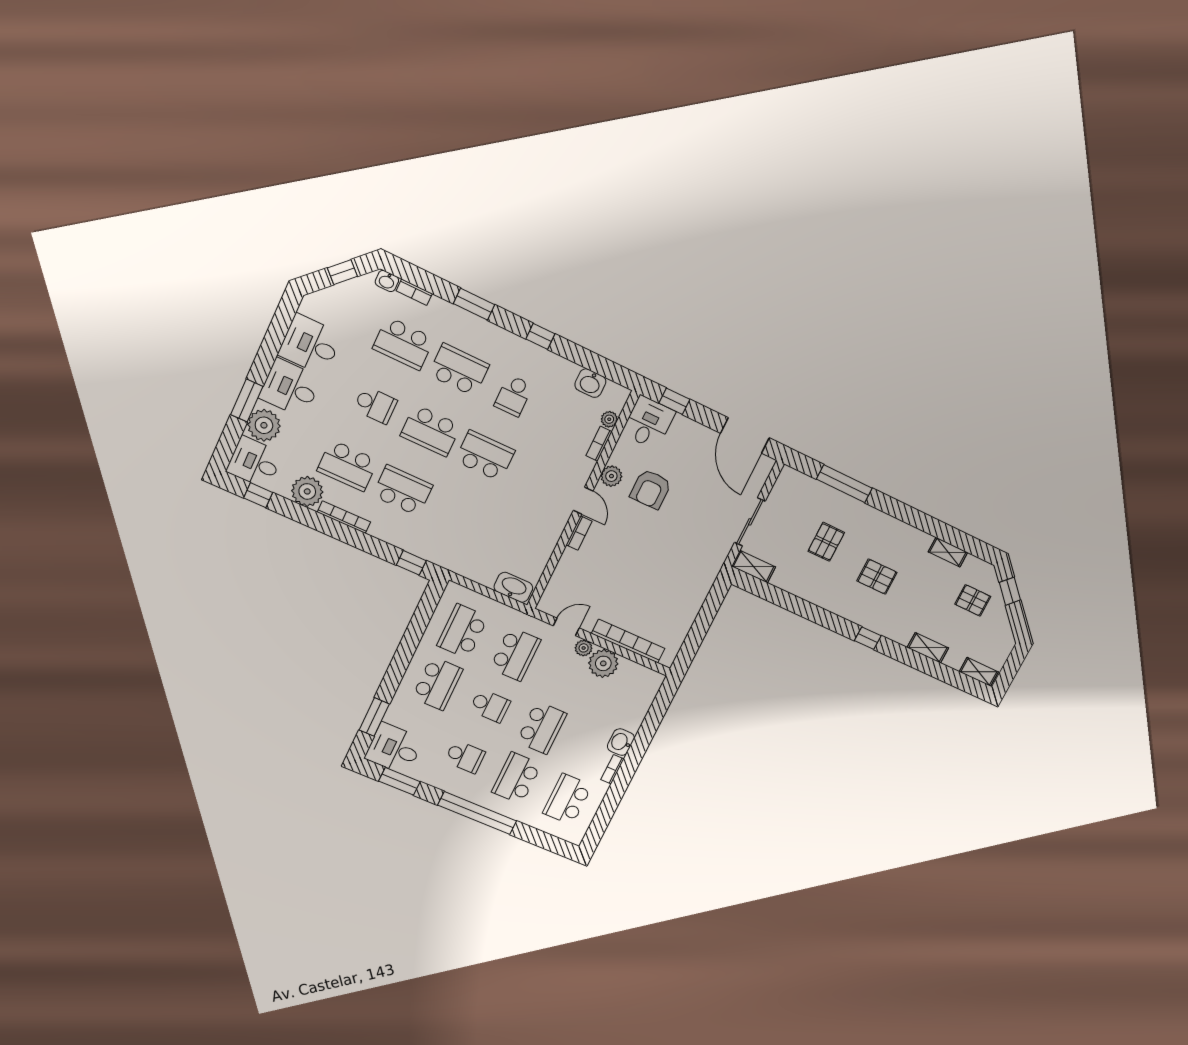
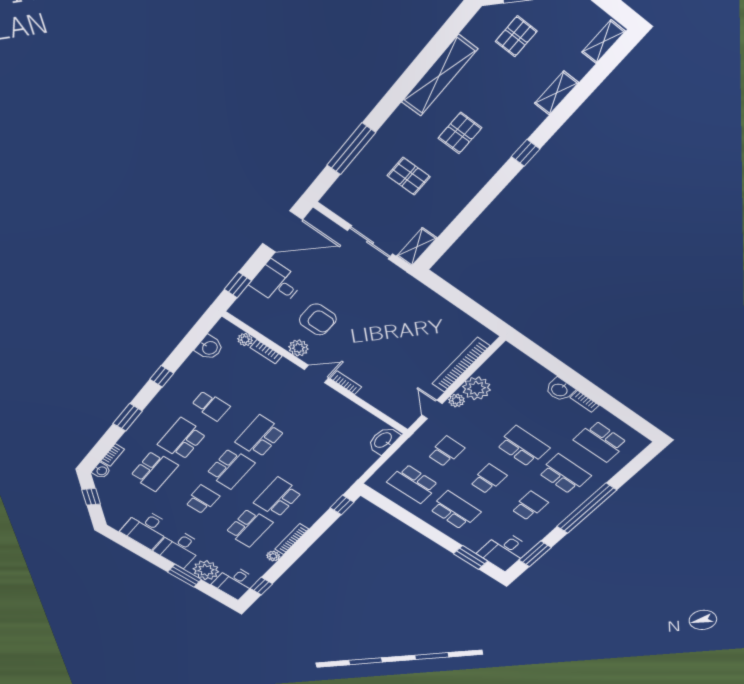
desk: (648, 423) -> (277, 283), moved
plant: (307, 491) -> (273, 556), width x0.53, depth x0.53
shelving: (948, 552) -> (439, 76), width x2.20, depth x1.33
school desk: (515, 654) -> (446, 451), width x0.54
school desk: (517, 778) -> (565, 474), turned 180

